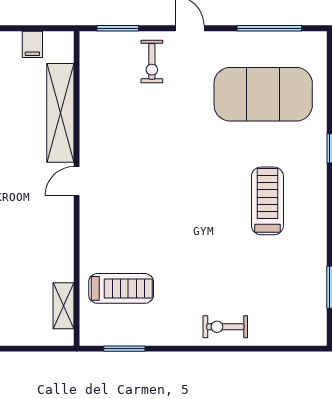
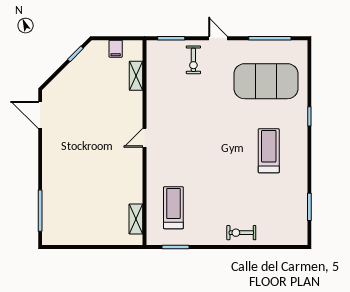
shelving: (60, 113) -> (136, 76), width x0.45, depth x0.75
treadmill: (121, 288) -> (173, 208), turned -90

